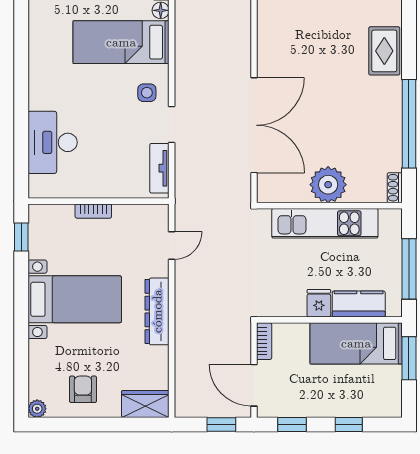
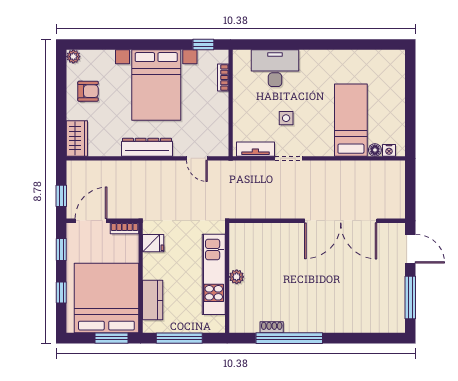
rug: (384, 51) -> (344, 319), removed
side table: (147, 93) -> (286, 118), moved
double door: (254, 125) -> (341, 221), moved
plant: (328, 185) -> (237, 277), width x0.53, depth x0.53
shoe rack: (395, 188) -> (272, 327), moved
bookcase: (93, 211) -> (223, 78), moved
bed with nightstands: (75, 299) -> (156, 85), width x1.36
fridge: (319, 303) -> (153, 243), moved
bed: (356, 343) -> (106, 298), width x2.04

